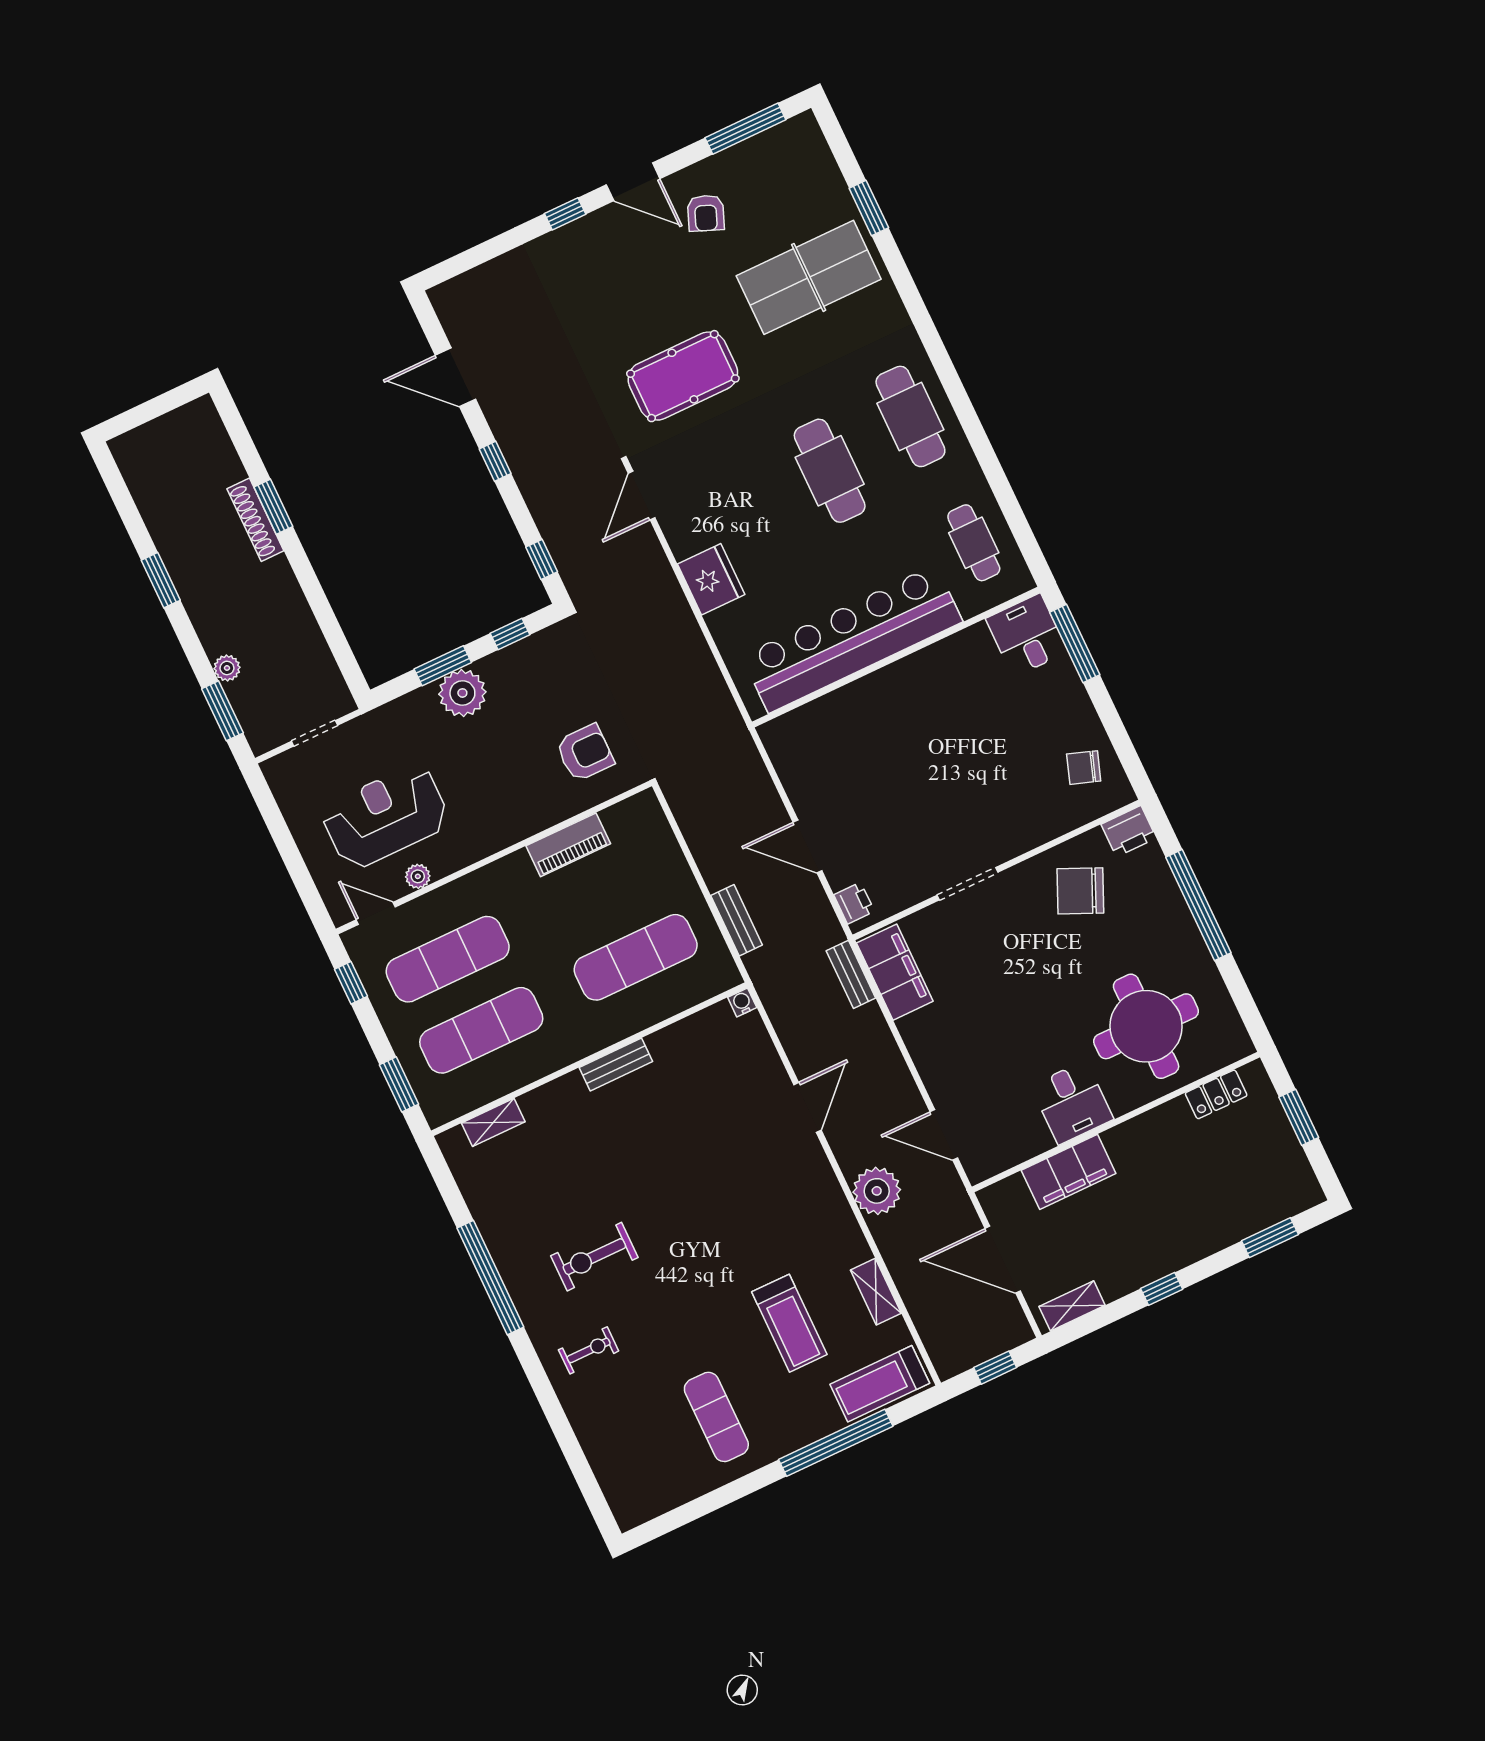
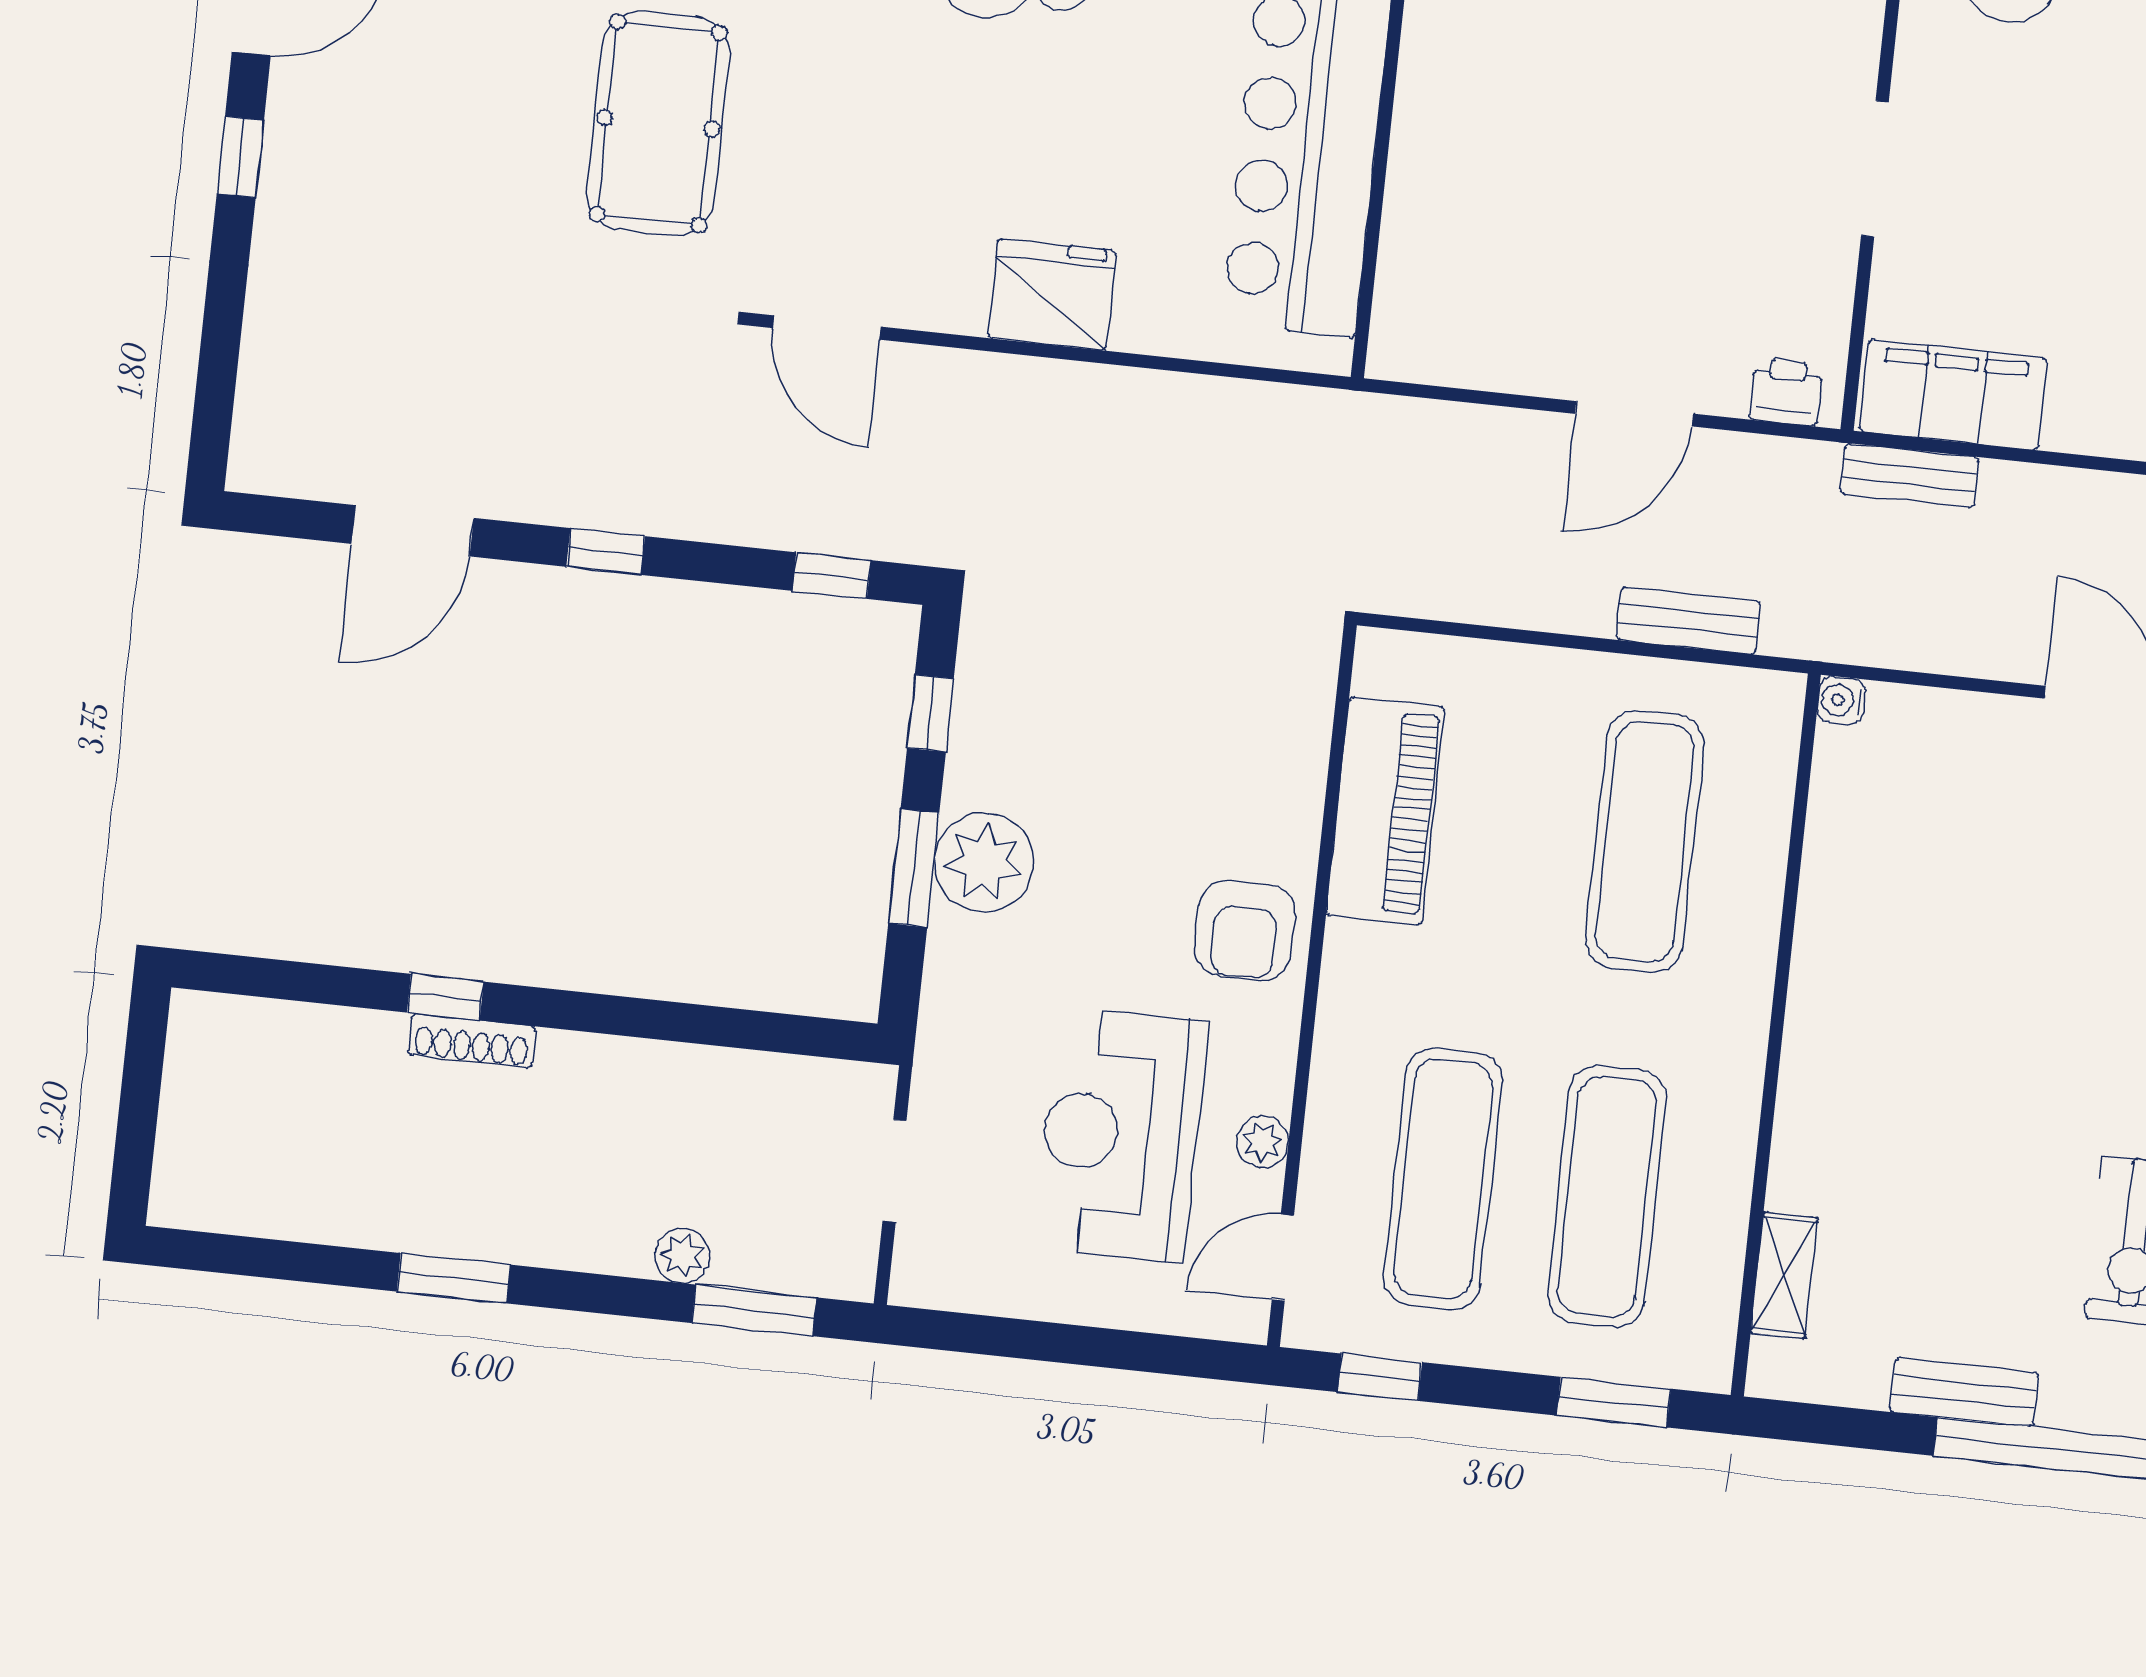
window: (273, 507) -> (445, 997), width x0.67
shoe rack: (255, 520) -> (472, 1041), width x0.74, depth x0.81
armchair: (585, 753) -> (1245, 931), moved, turned 180
piano: (568, 845) -> (1385, 811), width x1.37, depth x1.33
bench: (616, 1065) -> (1964, 1392), moved, turned 90

